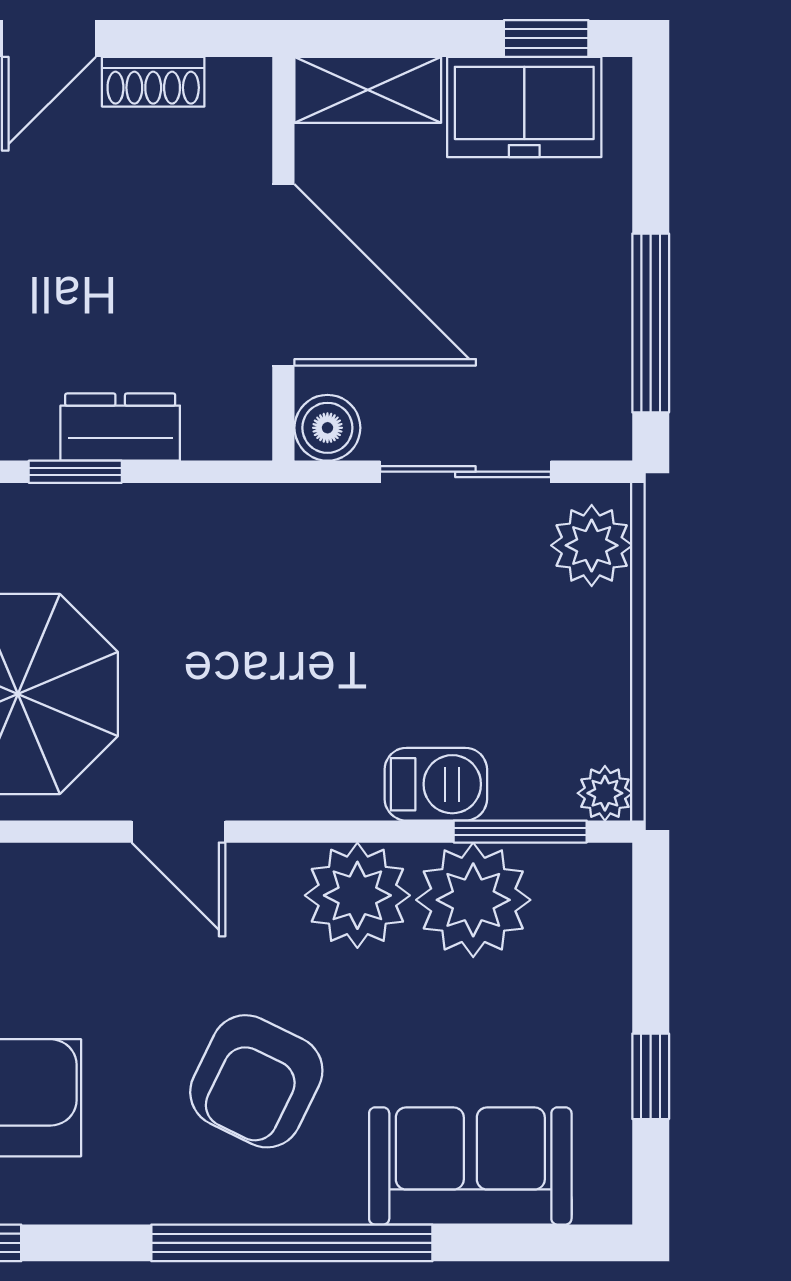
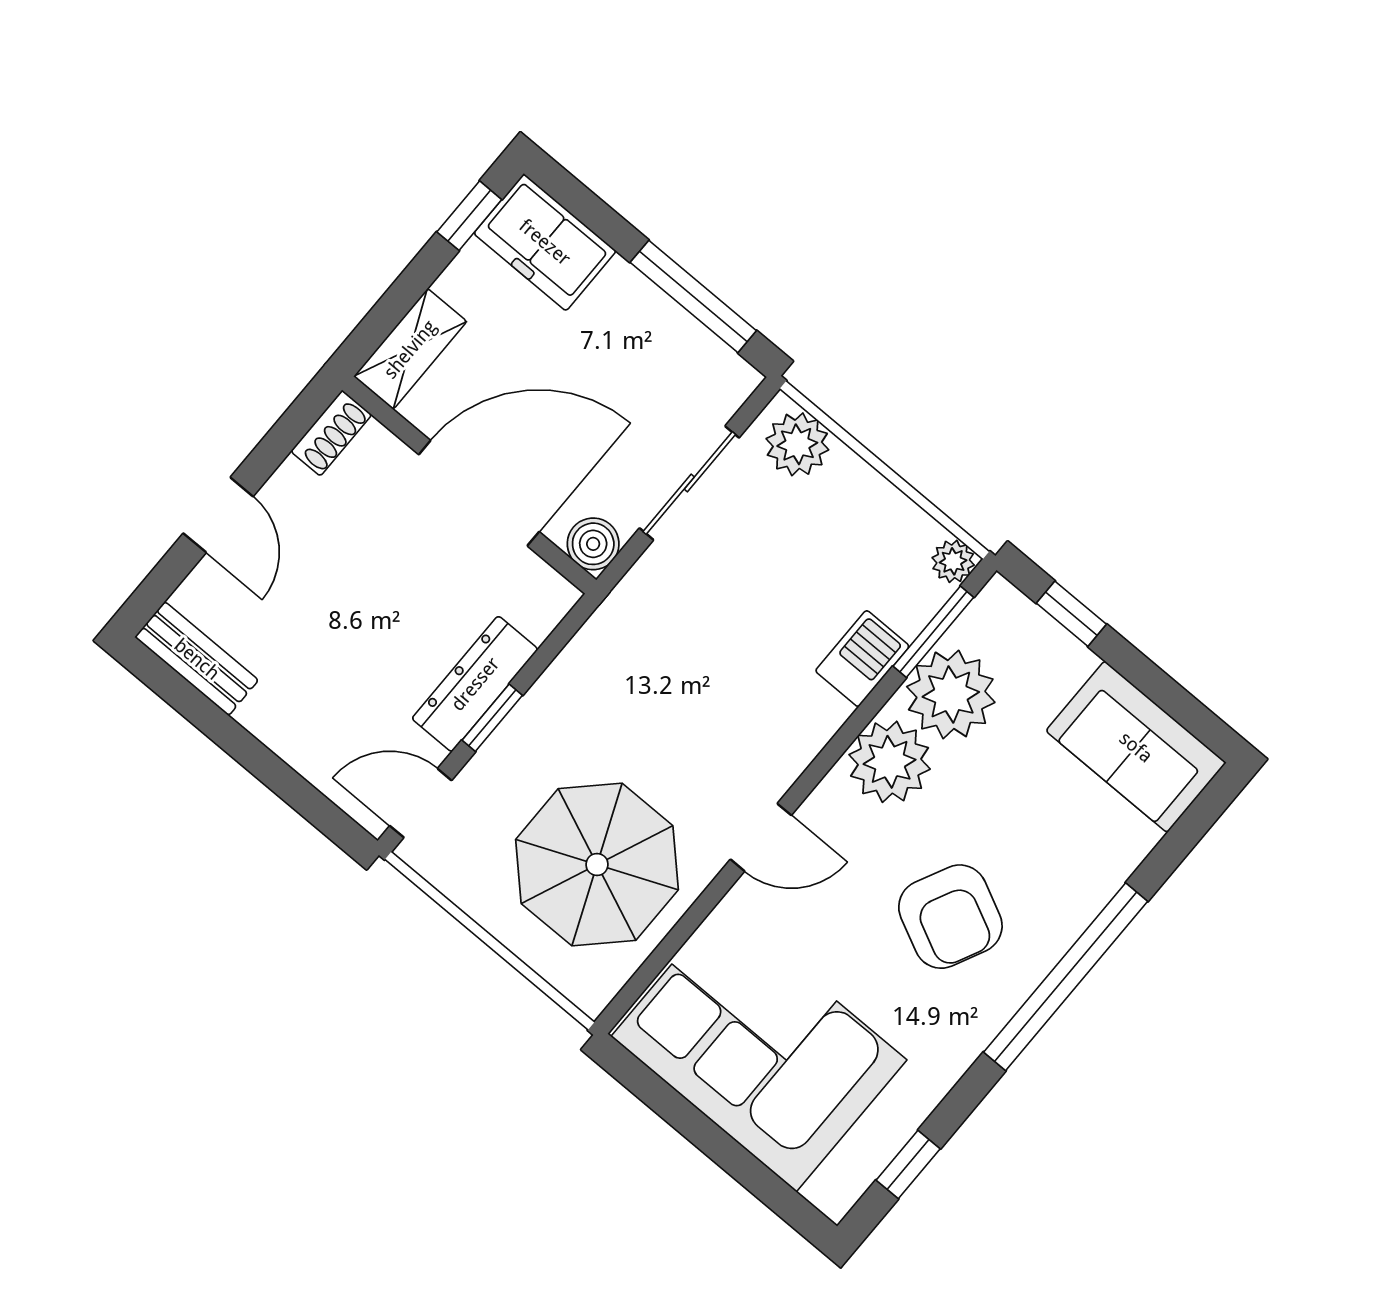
shoe rack: (153, 82) -> (331, 433), moved
freezer: (524, 107) -> (545, 242), moved, turned 90
dresser: (120, 427) -> (475, 684), width x1.44
window: (651, 1076) -> (1071, 614), moved
sofa: (470, 1166) -> (1136, 747), moved, turned -90

